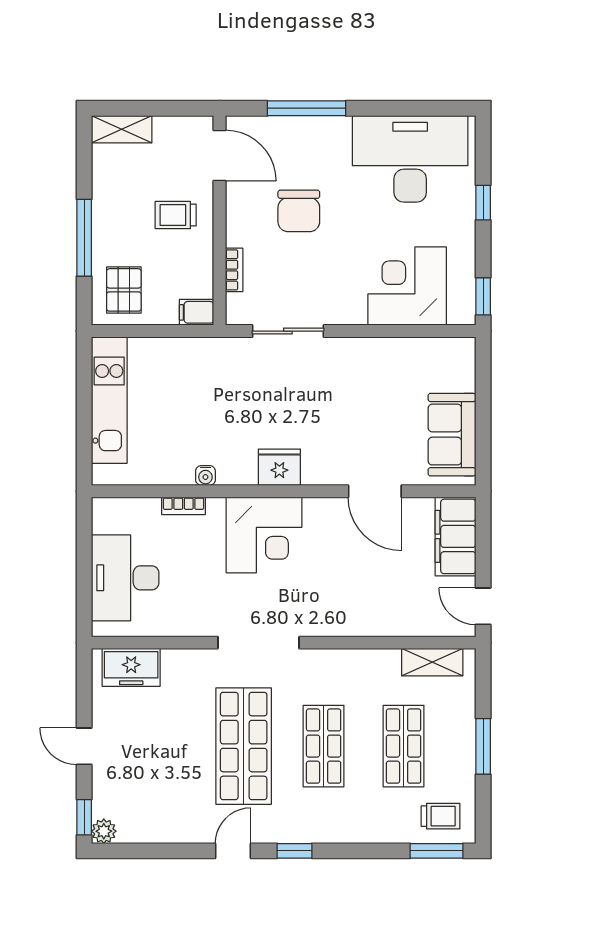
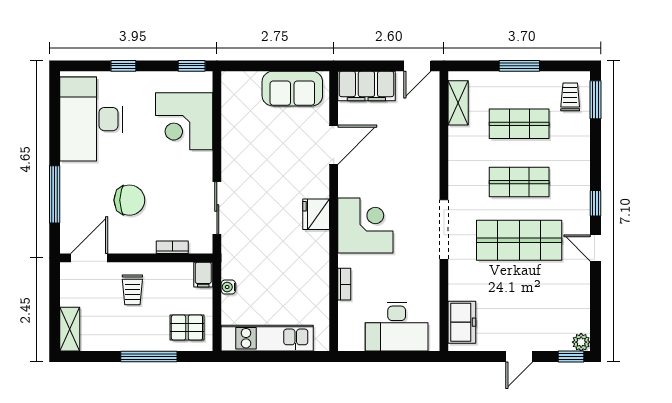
water cooler: (205, 475) -> (228, 287), moved, turned 180

